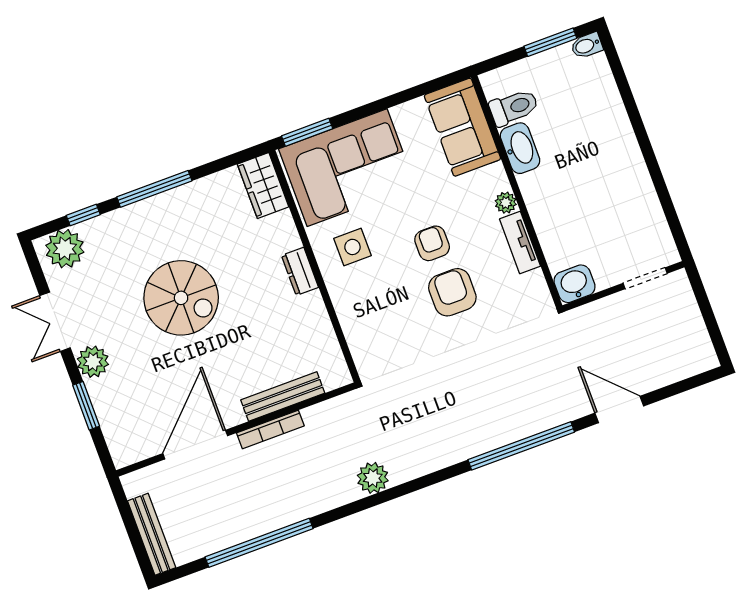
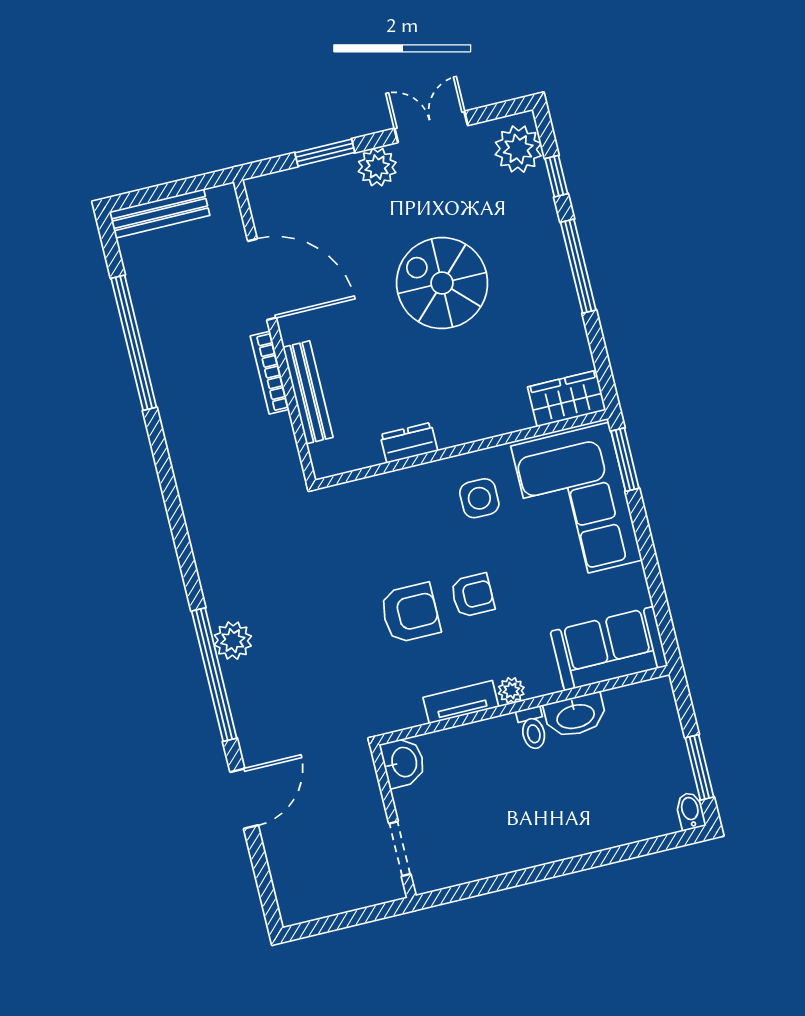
toilet: (514, 107) -> (532, 728), moved, width x0.73, depth x0.72
dresser: (300, 271) -> (409, 443), moved
spiral stairs: (181, 298) -> (442, 283), turned 90
plant: (373, 478) -> (233, 641), moved

